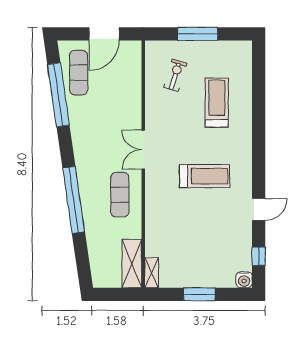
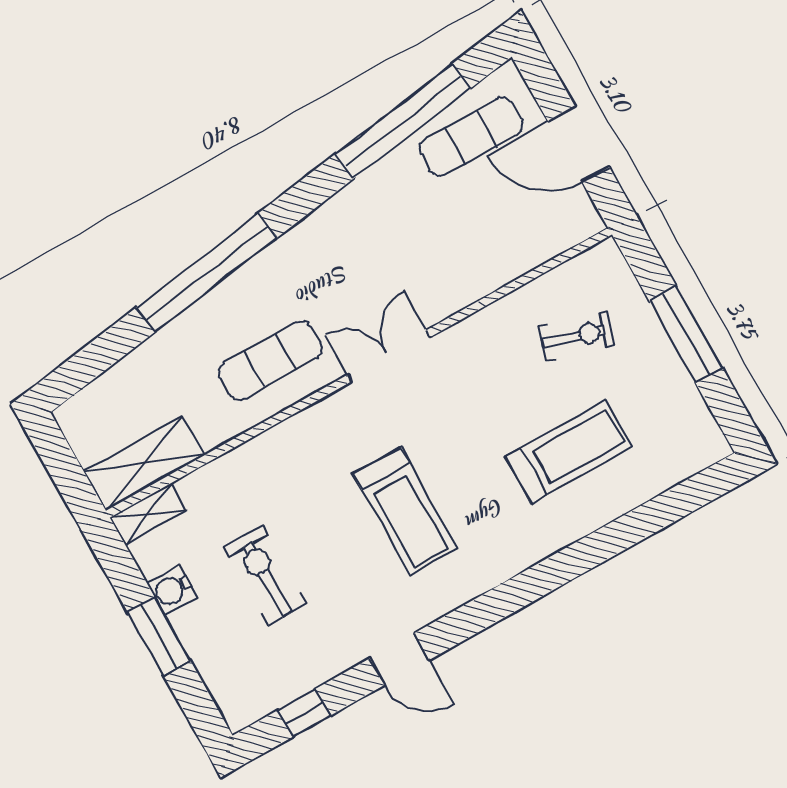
exercise bike: (199, 242) -> (265, 576), added
water cooler: (244, 280) -> (172, 590), moved

